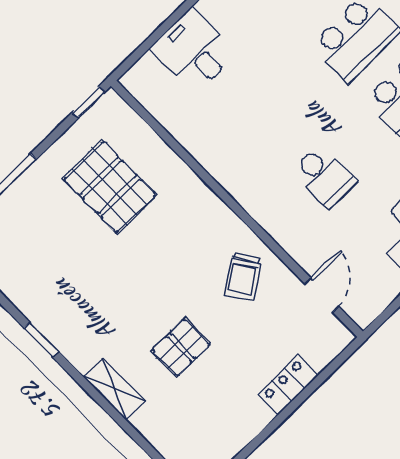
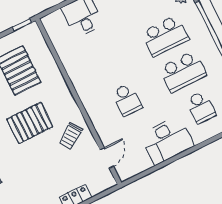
pallet: (181, 347) -> (30, 123), moved, width x1.50, depth x1.42

